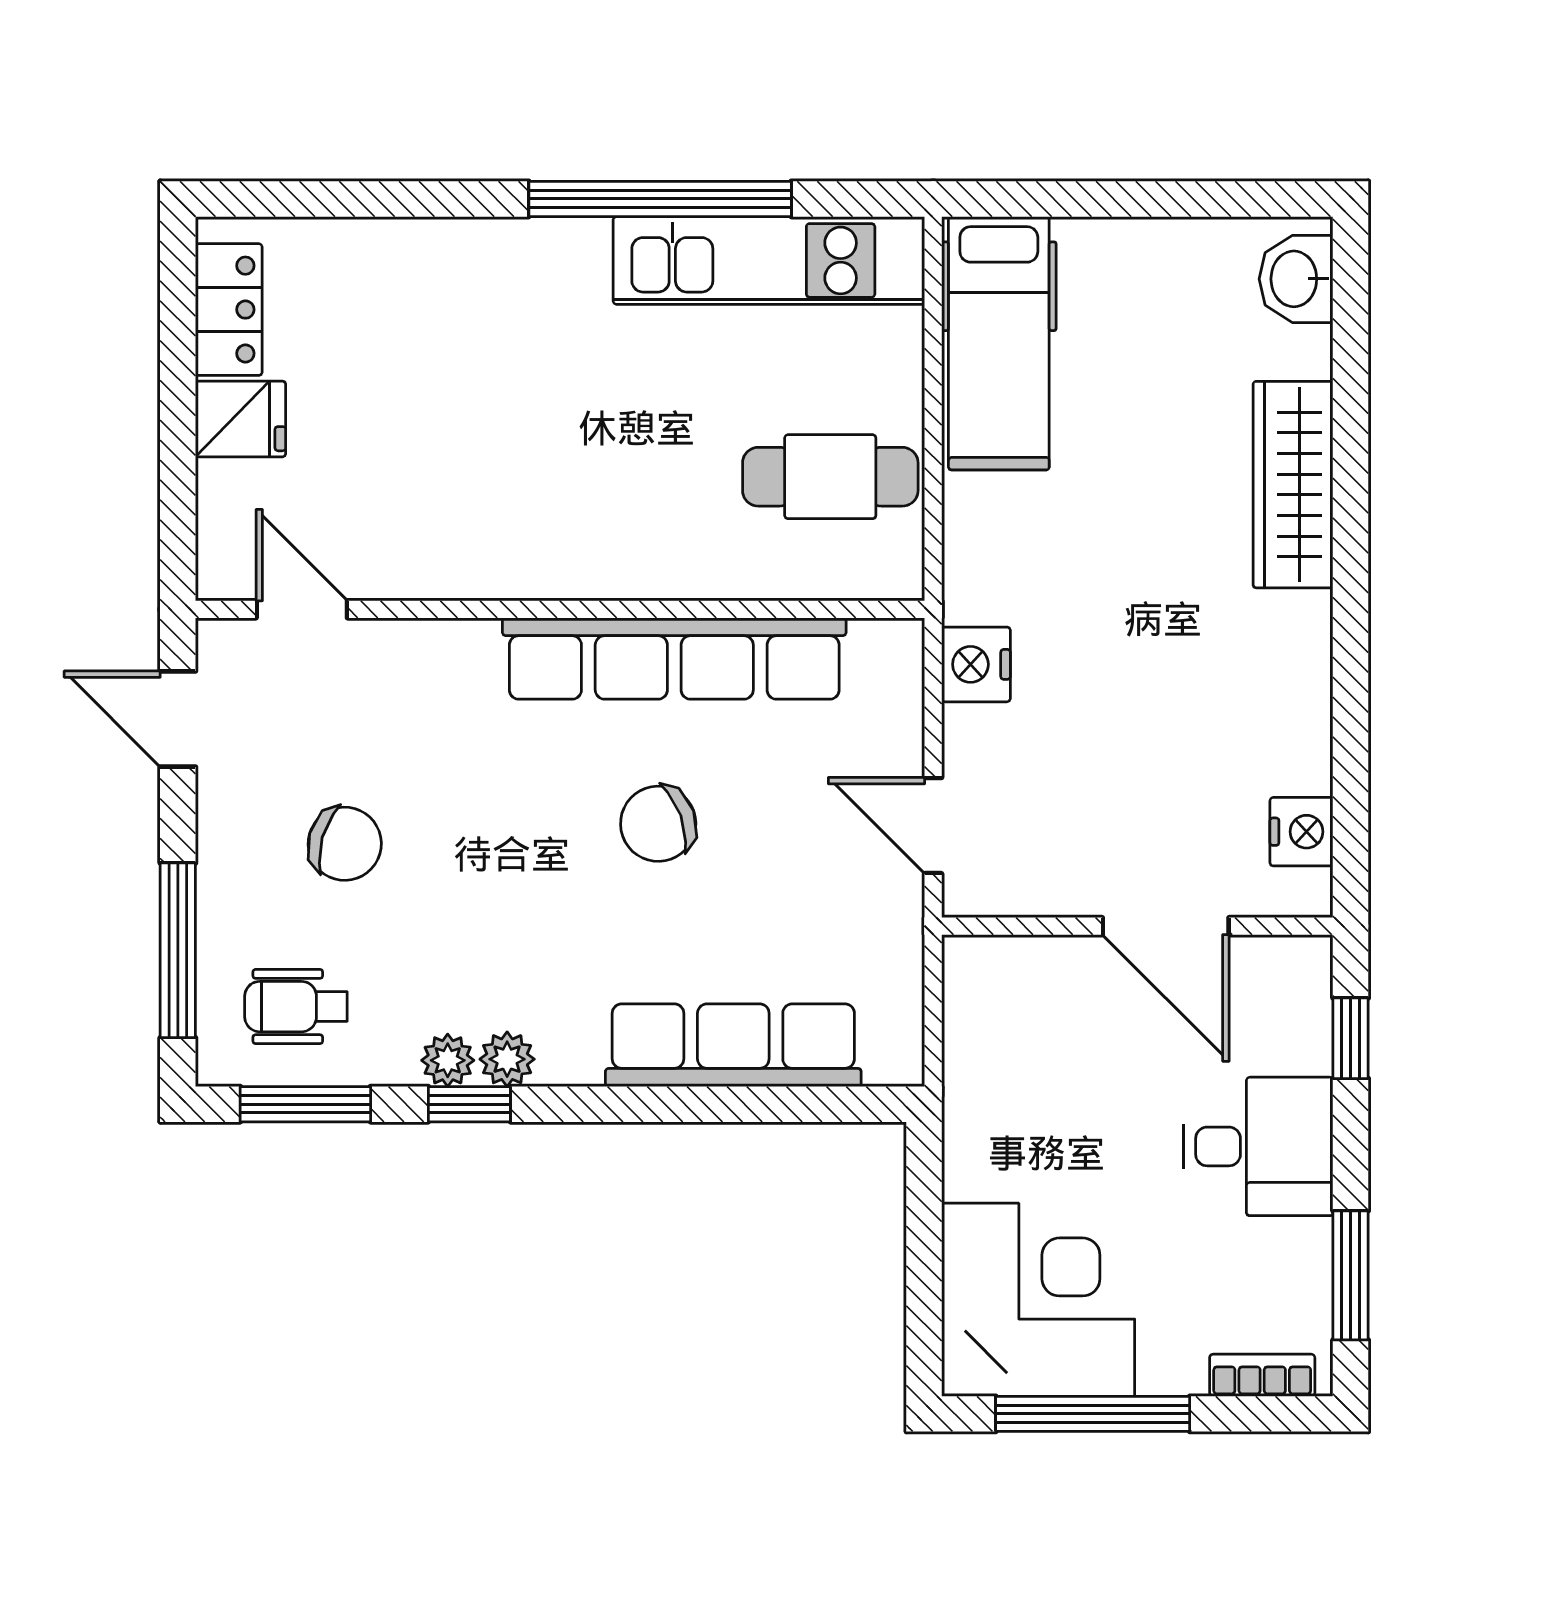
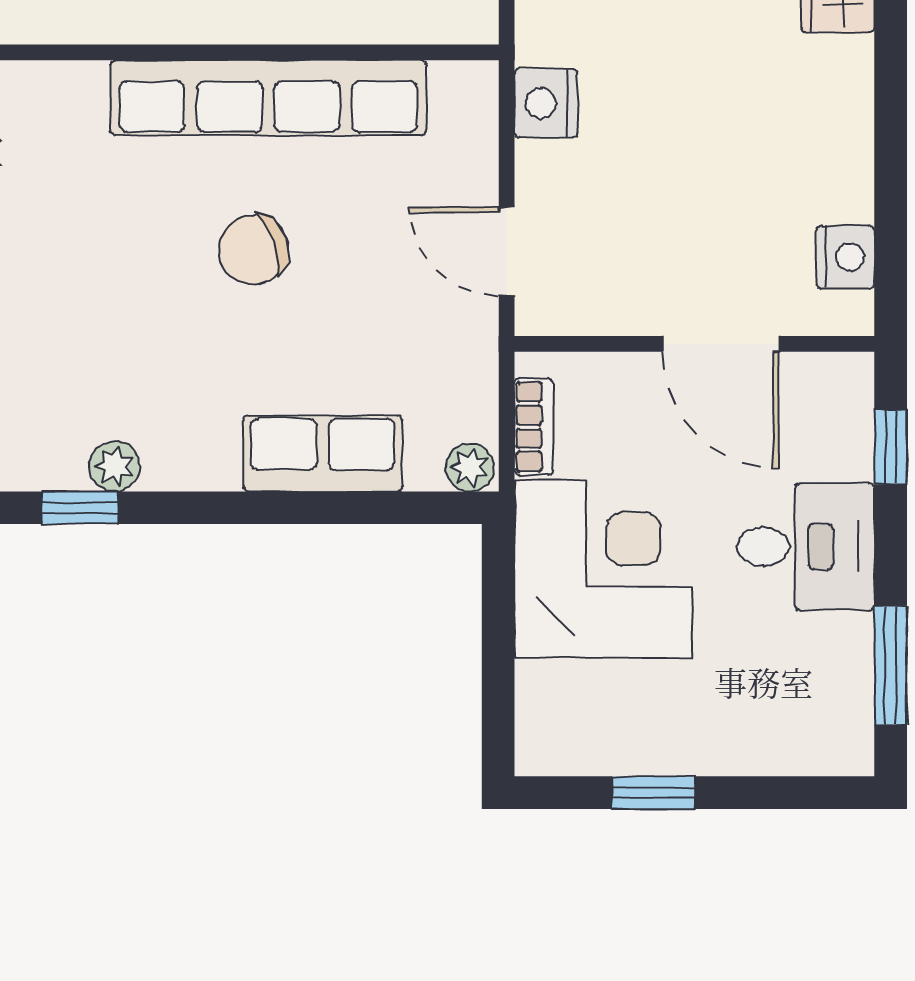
row of seats: (733, 1045) -> (323, 453), width x0.68
plant: (448, 1060) -> (470, 467), moved
corner desk: (1038, 1300) -> (603, 569), moved
bookcase: (1262, 1375) -> (534, 427), moved, turned 90
window: (1093, 1414) -> (653, 793), width x0.46

